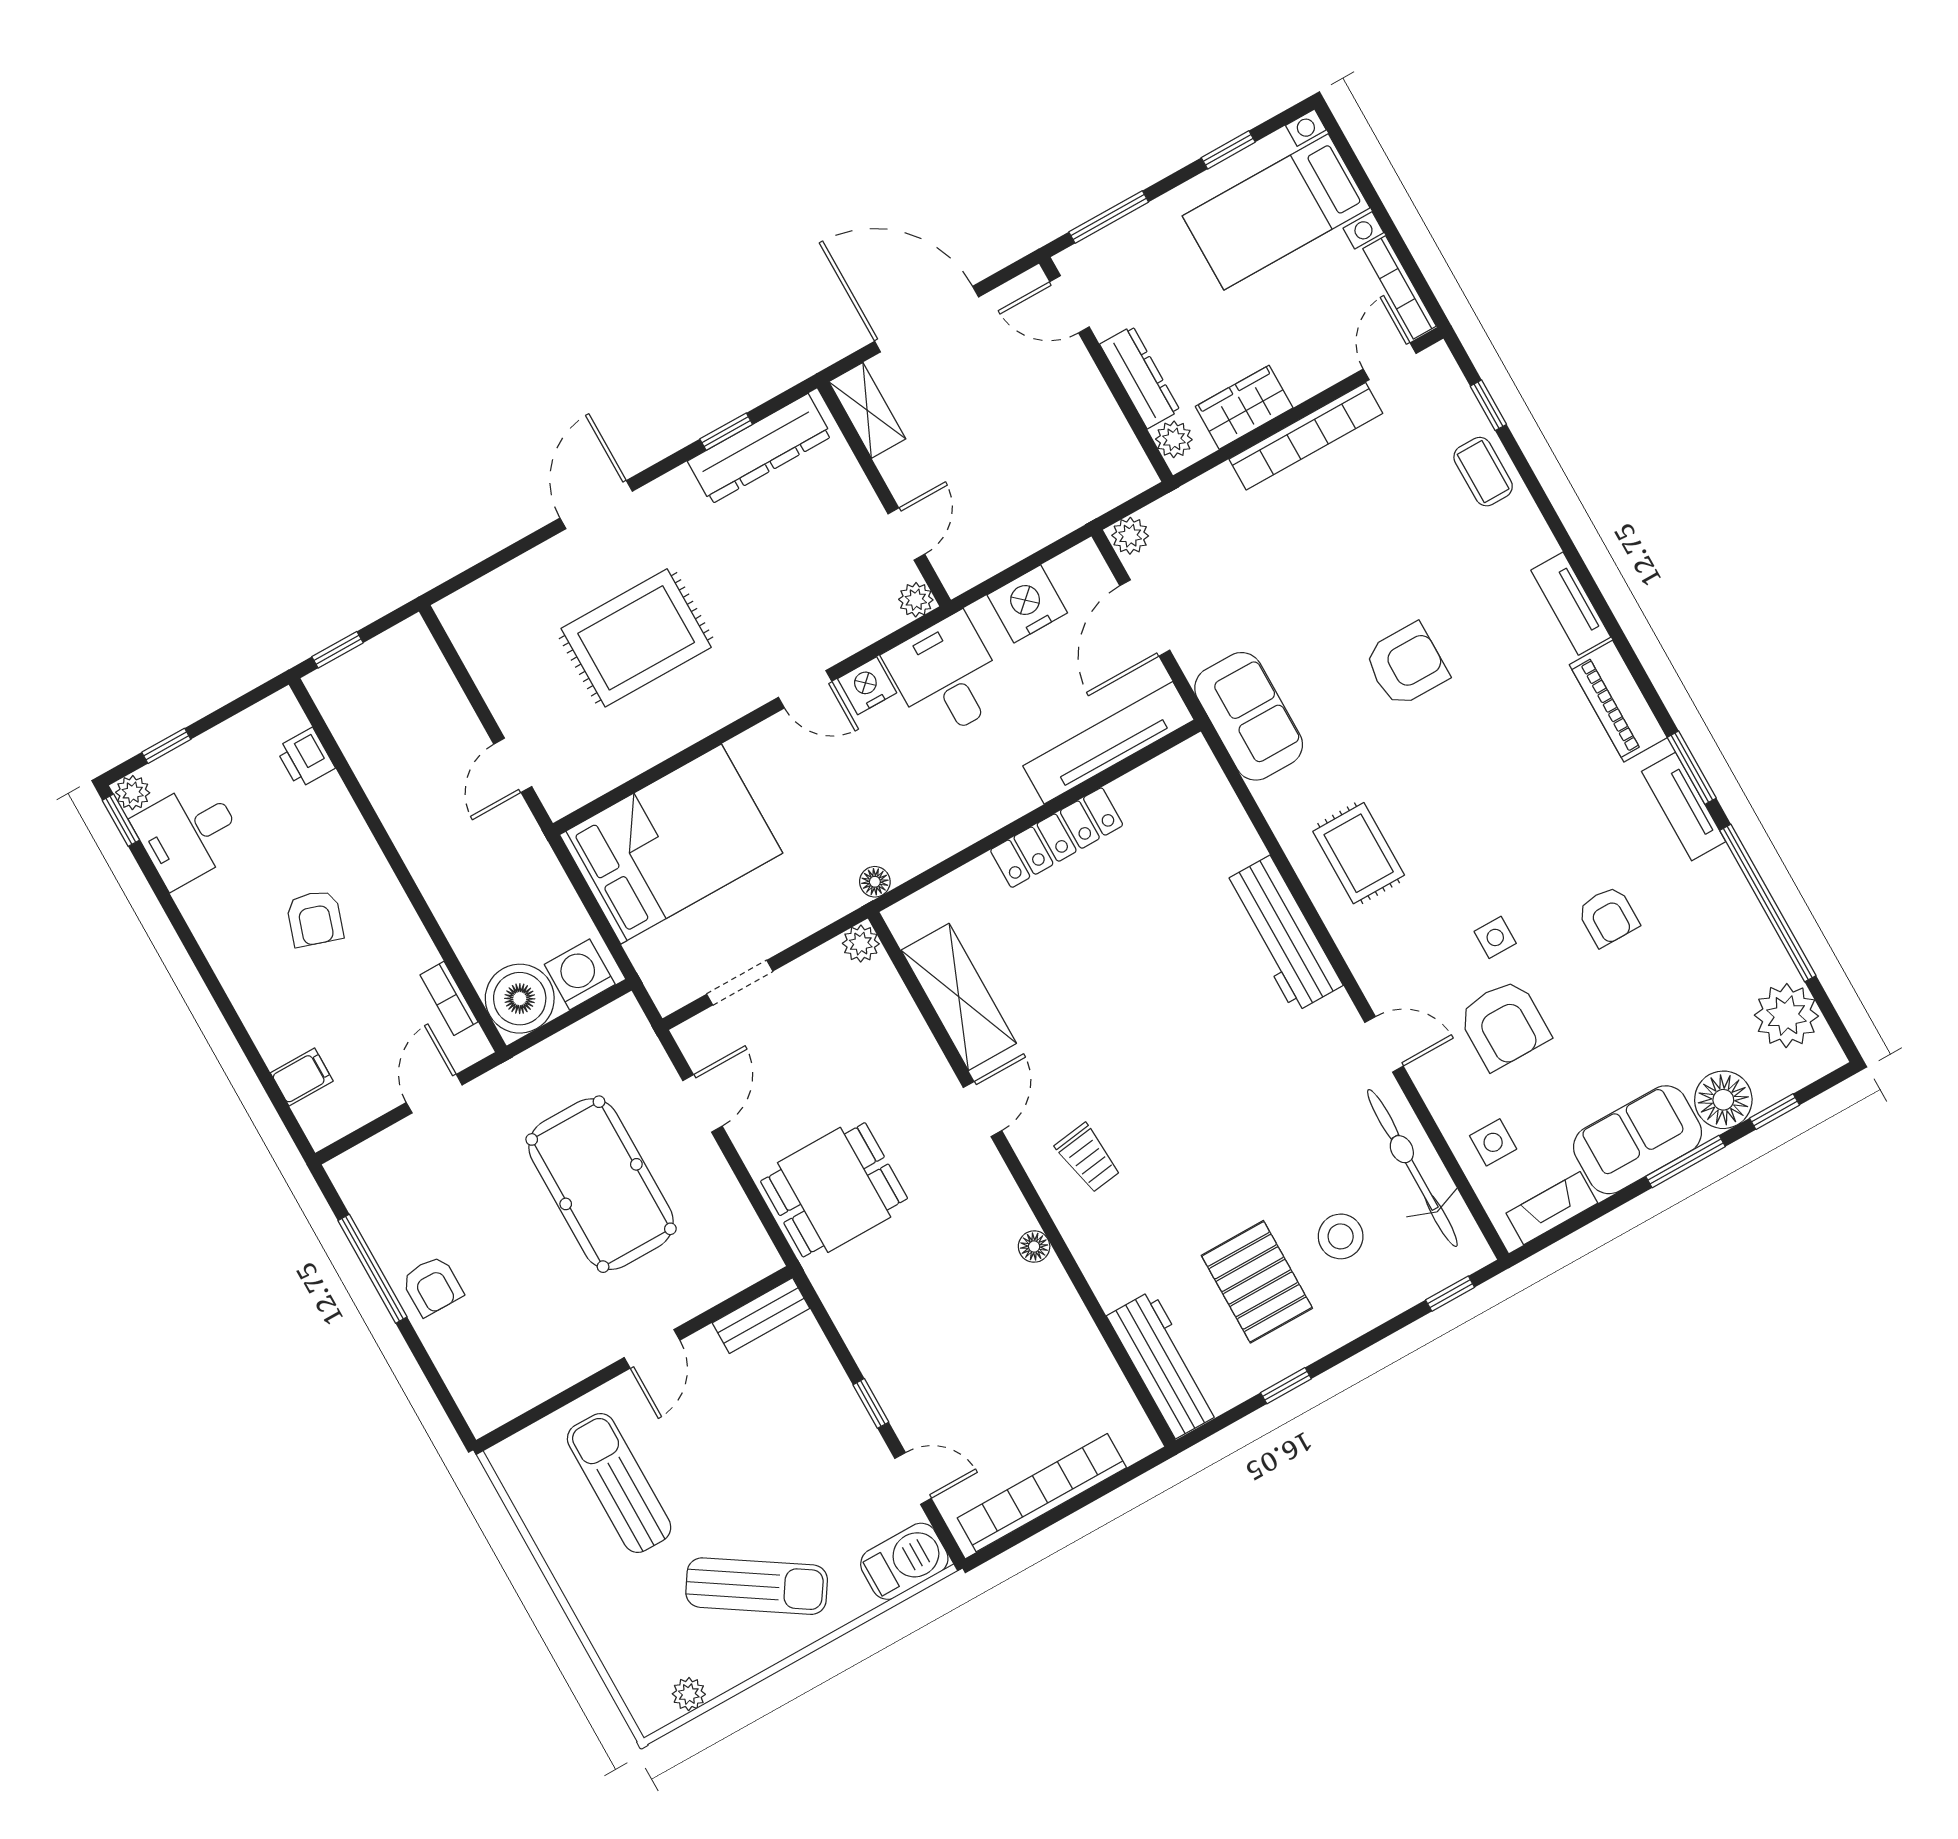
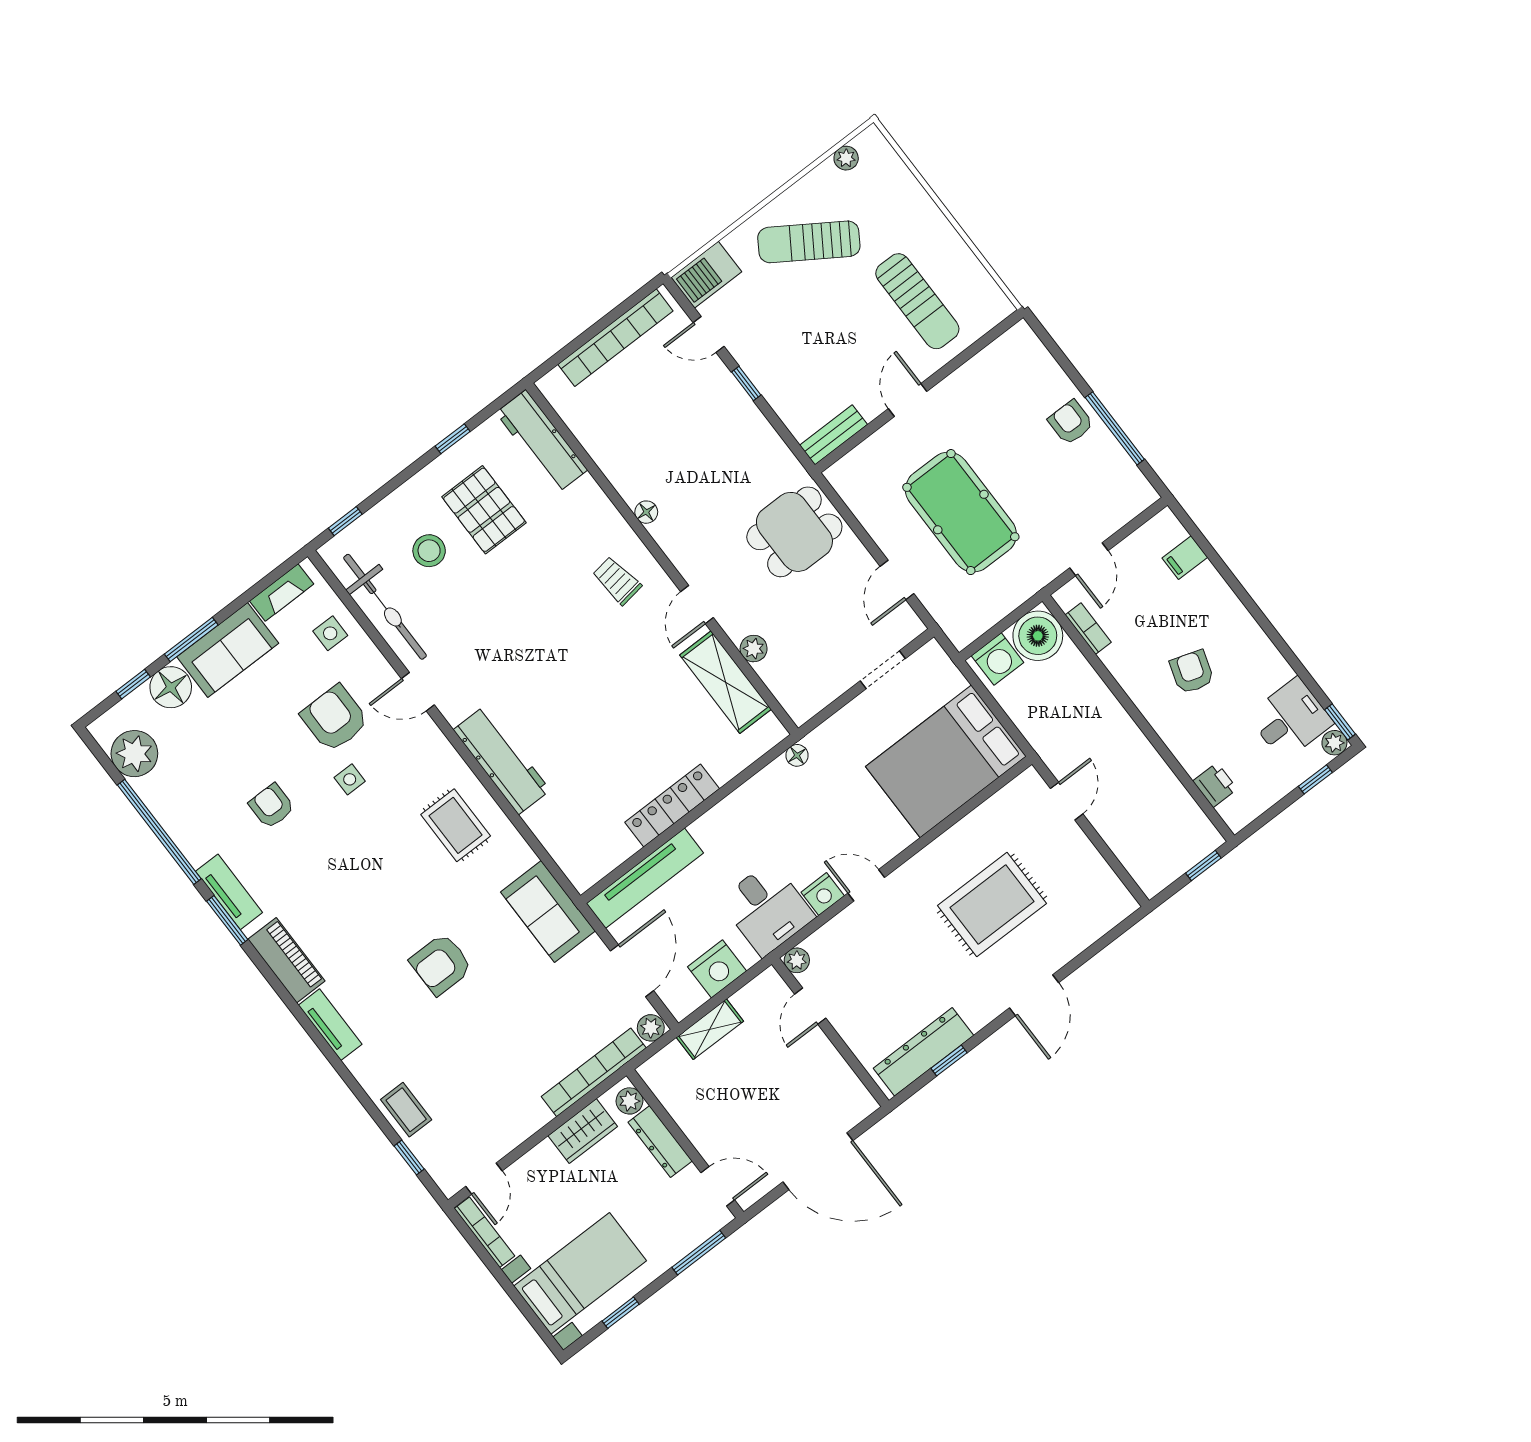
shelving: (867, 410) -> (710, 1029), moved, turned 90
bookcase: (1306, 436) -> (594, 1072), moved
plant: (861, 944) -> (754, 649), moved

